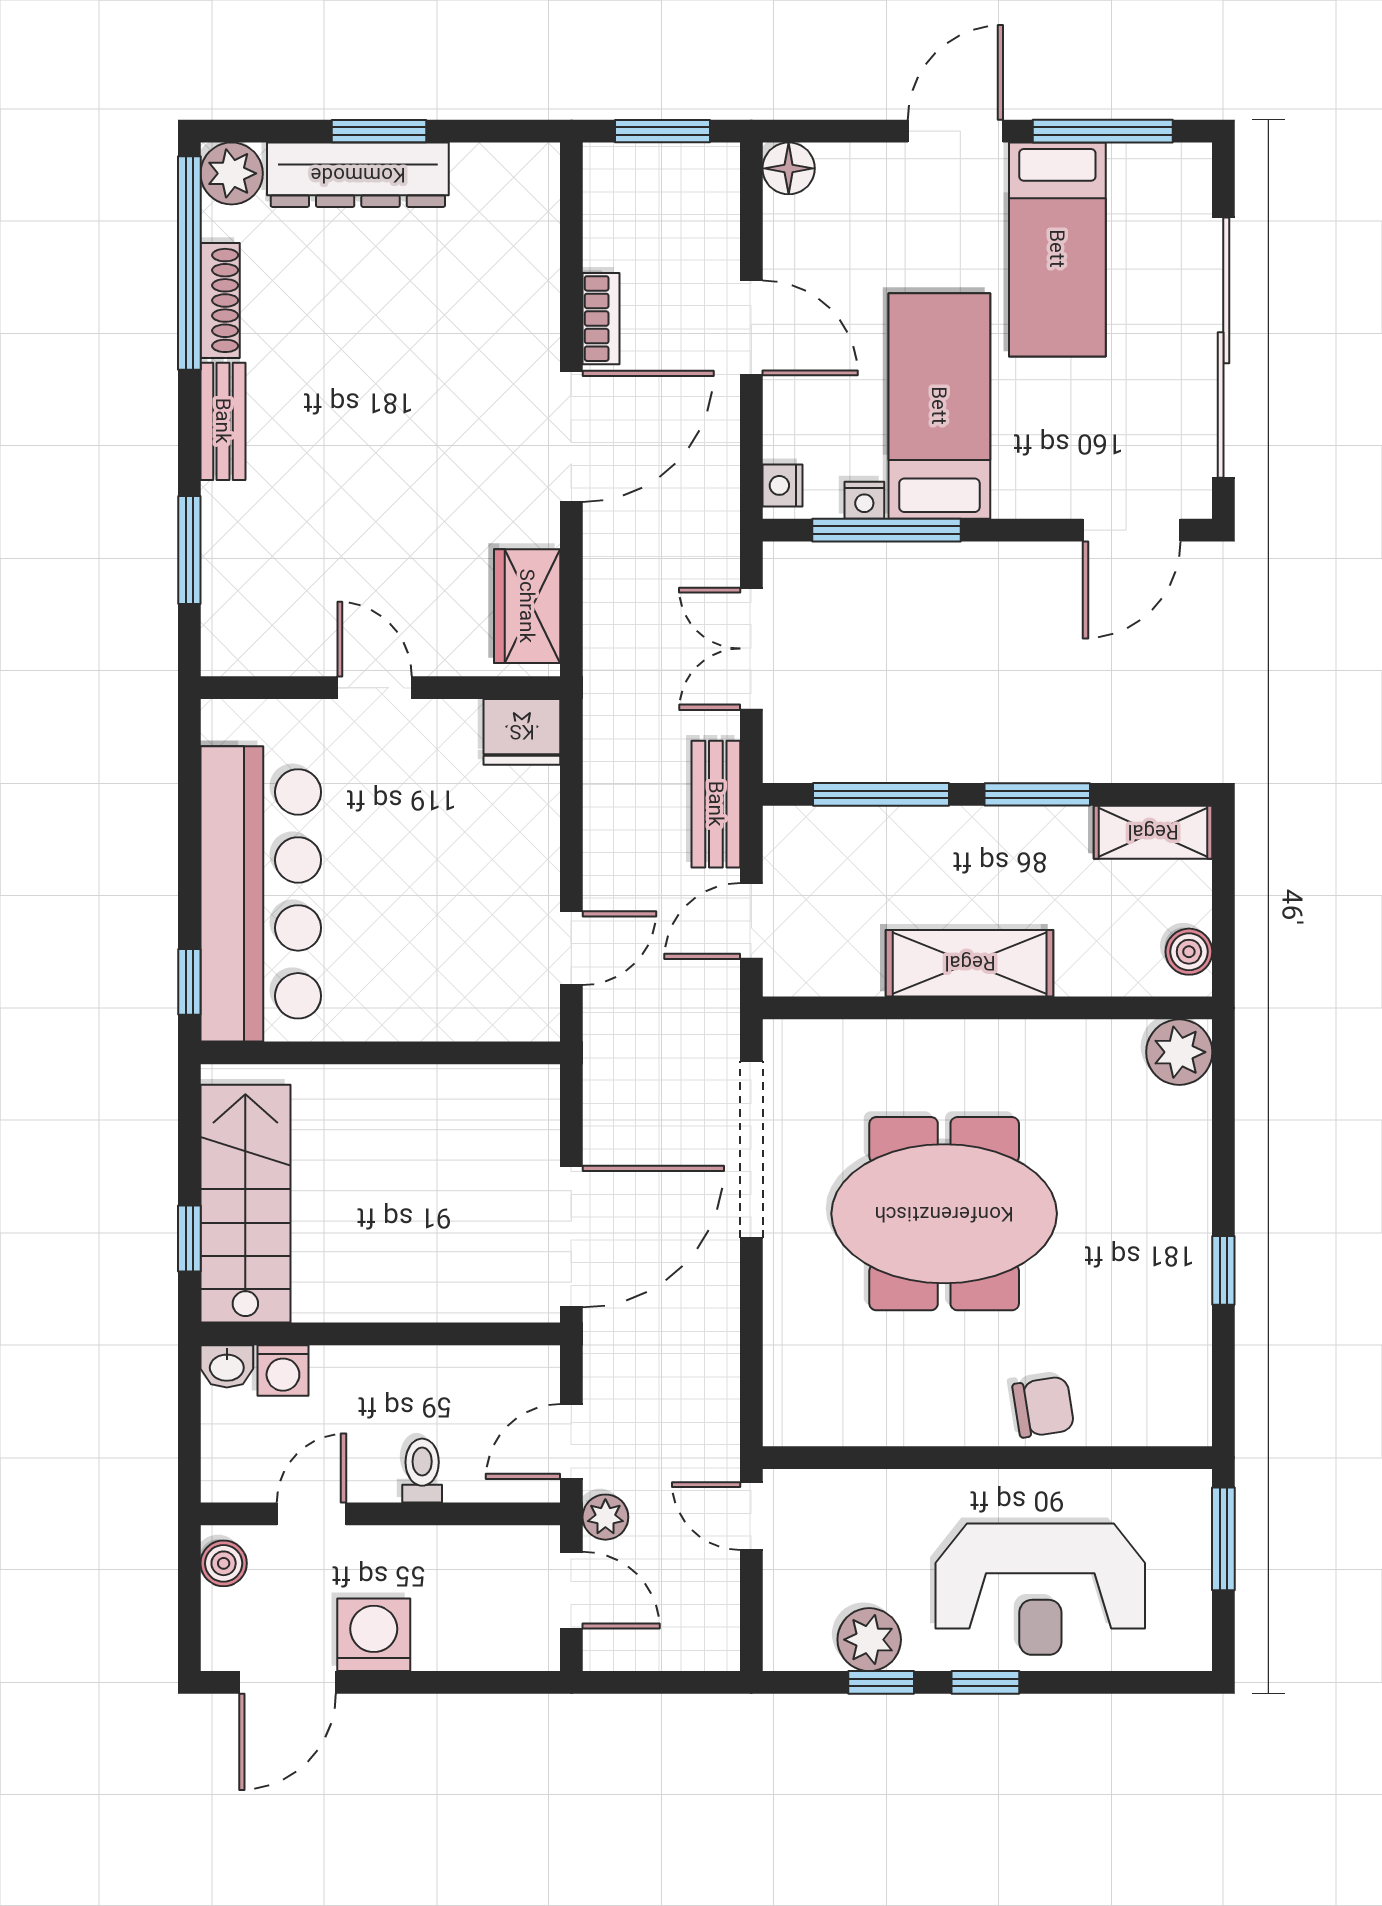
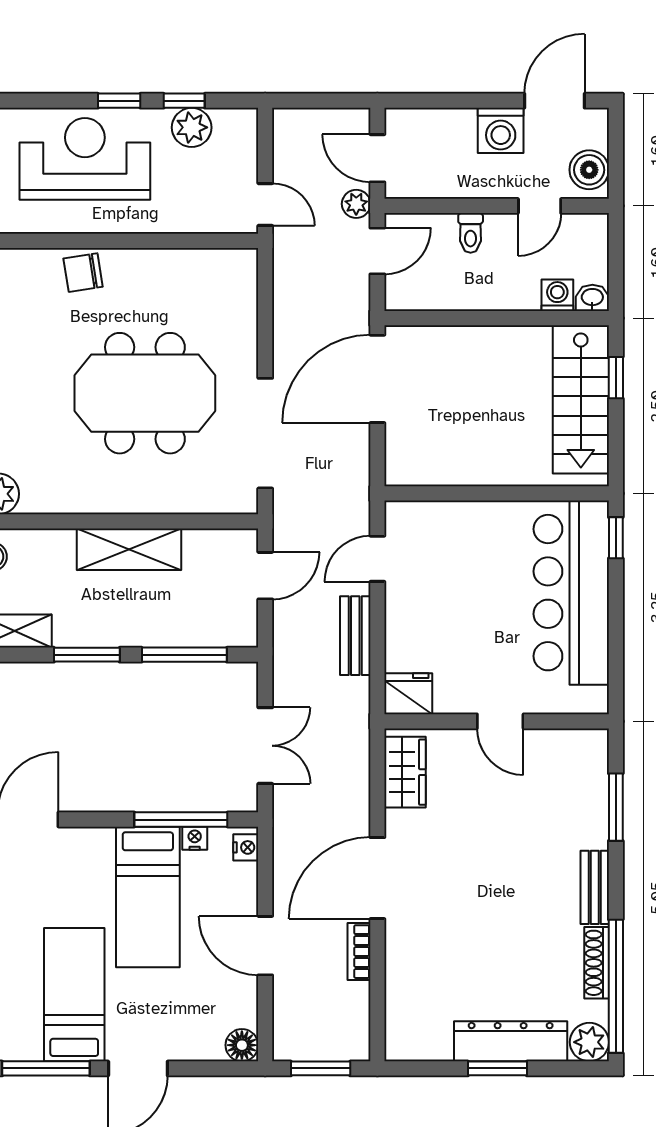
bench: (716, 804) -> (355, 636), moved
boiler: (224, 1563) -> (589, 170), width x1.36, depth x1.36

